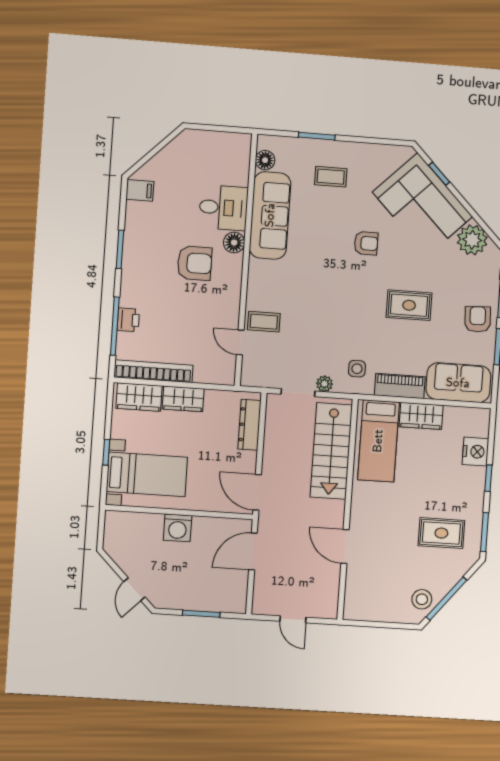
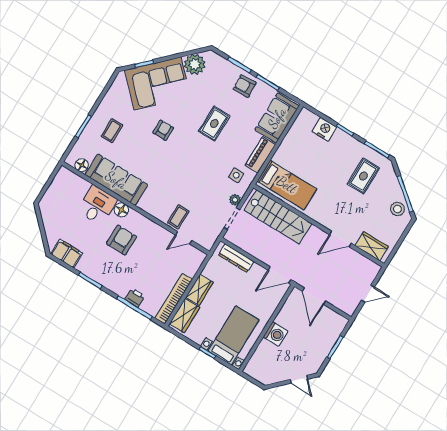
filing cabinet: (140, 190) -> (67, 254), width x2.00
wardrobe: (421, 416) -> (372, 246), moved, turned -90

